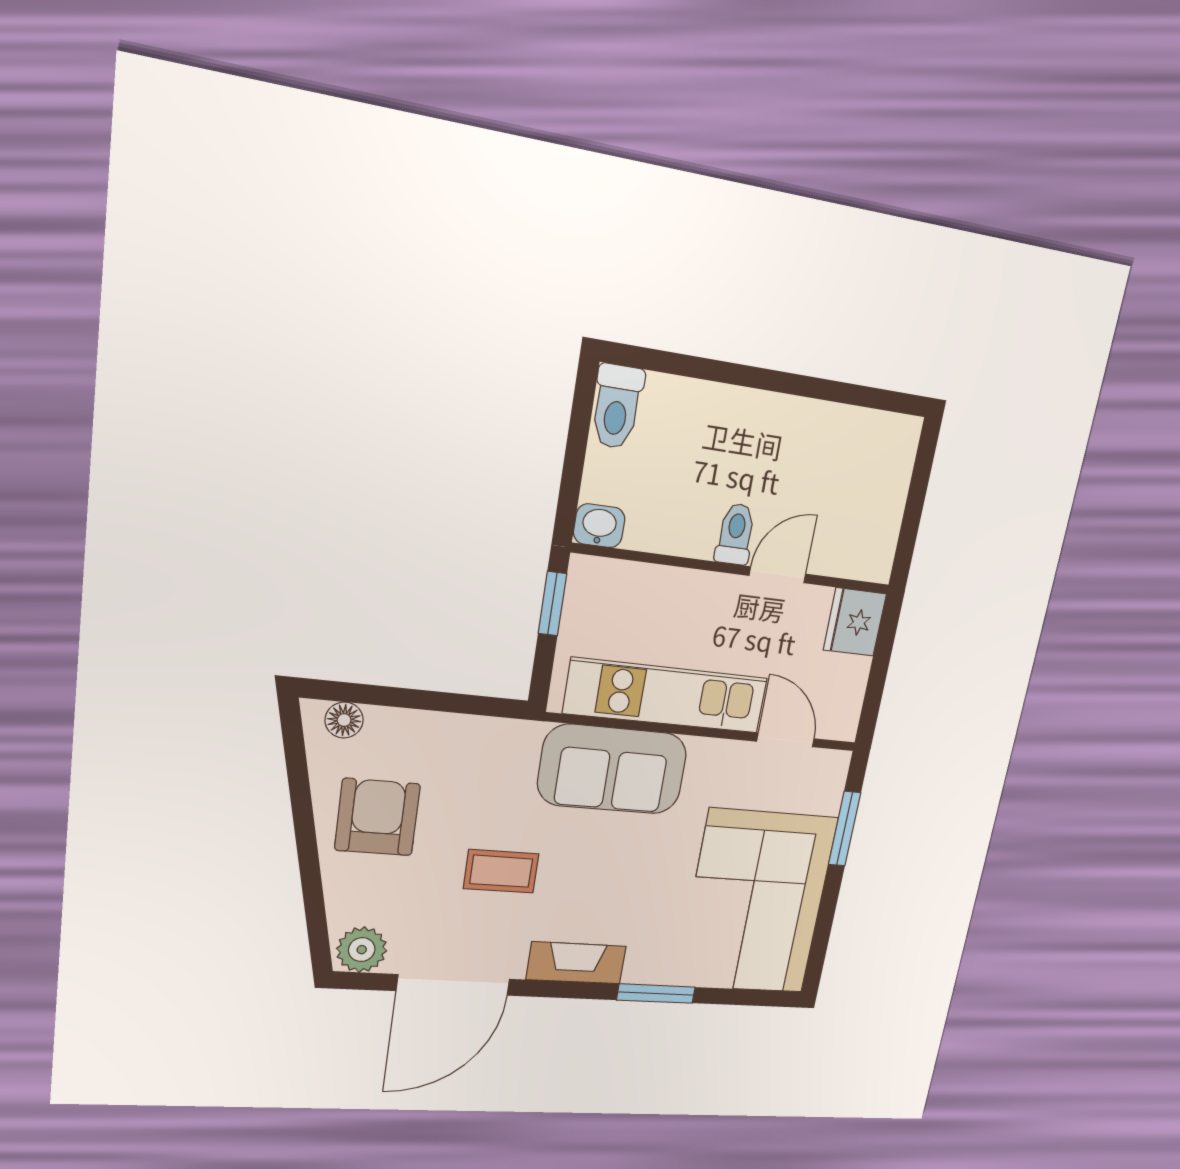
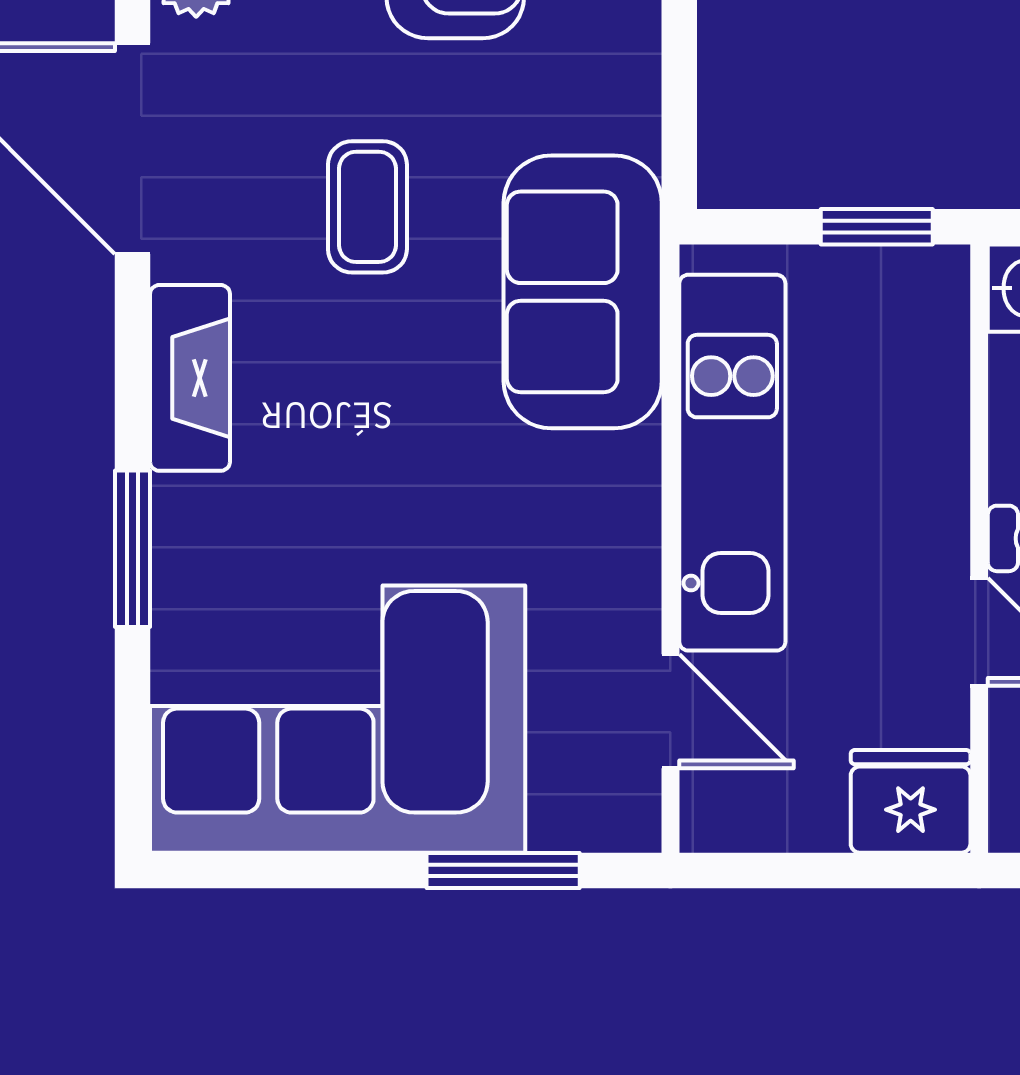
door: (785, 740) -> (670, 711), hinge flipped
sofa: (612, 769) -> (583, 292), moved

